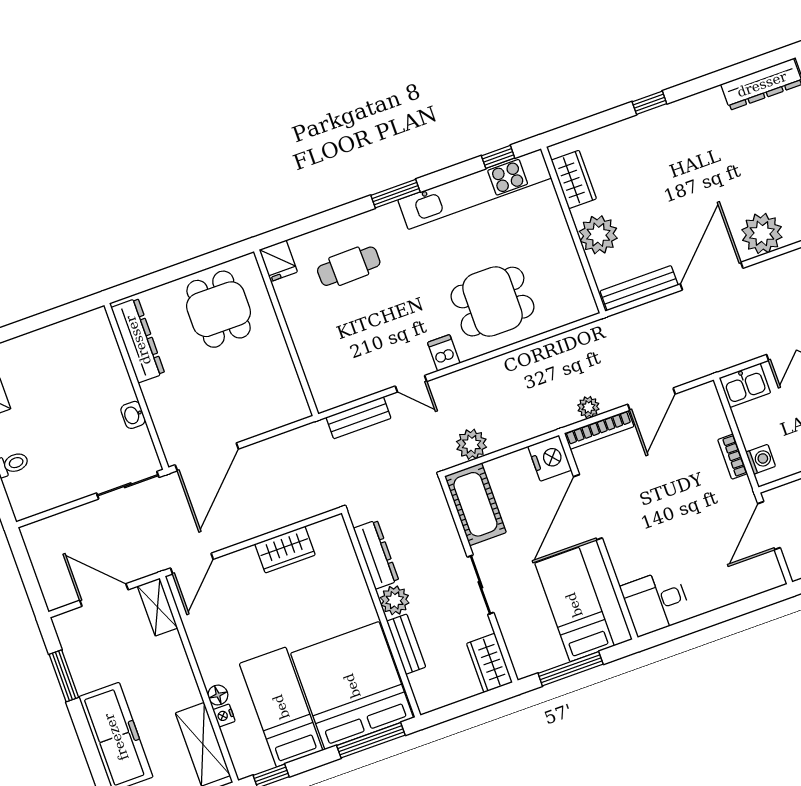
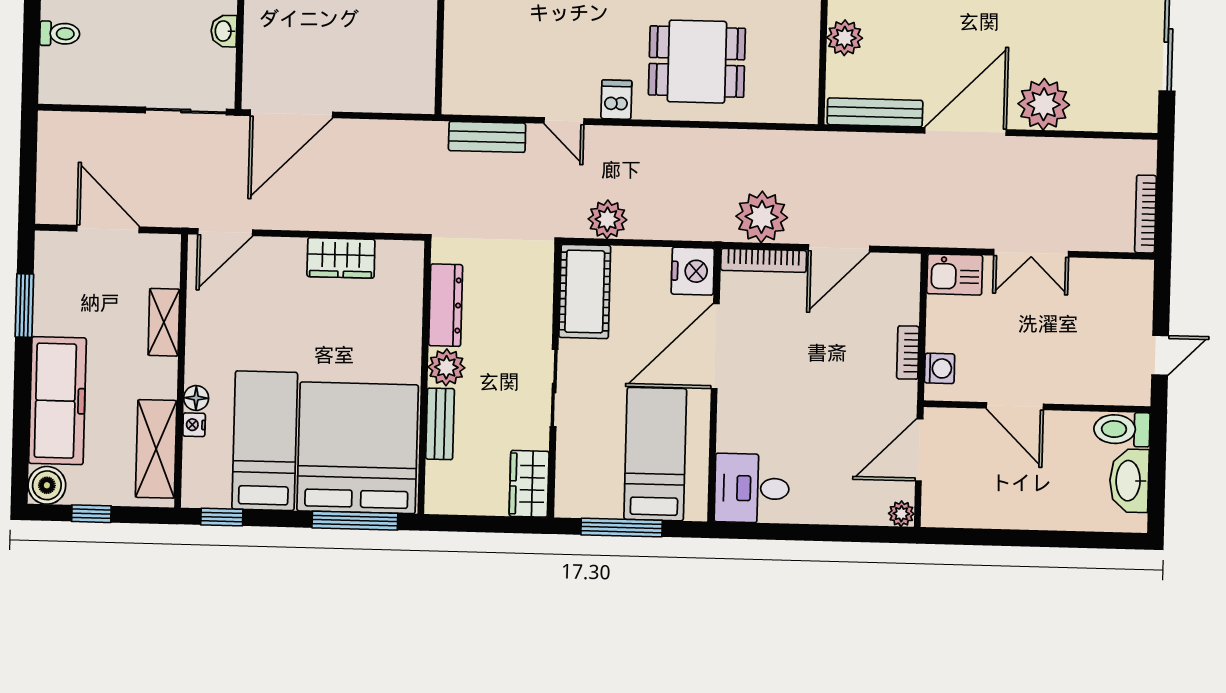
plant: (598, 235) -> (845, 38), width x0.73, depth x0.73
plant: (588, 407) -> (762, 217), width x1.88, depth x1.88
plant: (774, 578) -> (901, 514), added
shelving: (158, 607) -> (164, 322), moved

